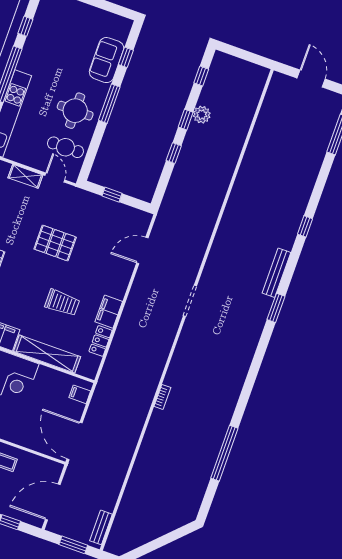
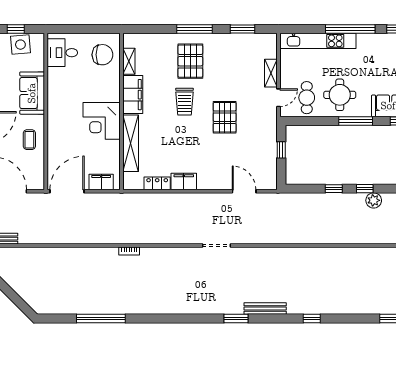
trolley: (62, 303) -> (185, 102), moved
filing cabinet: (80, 394) -> (101, 182), width x2.00

